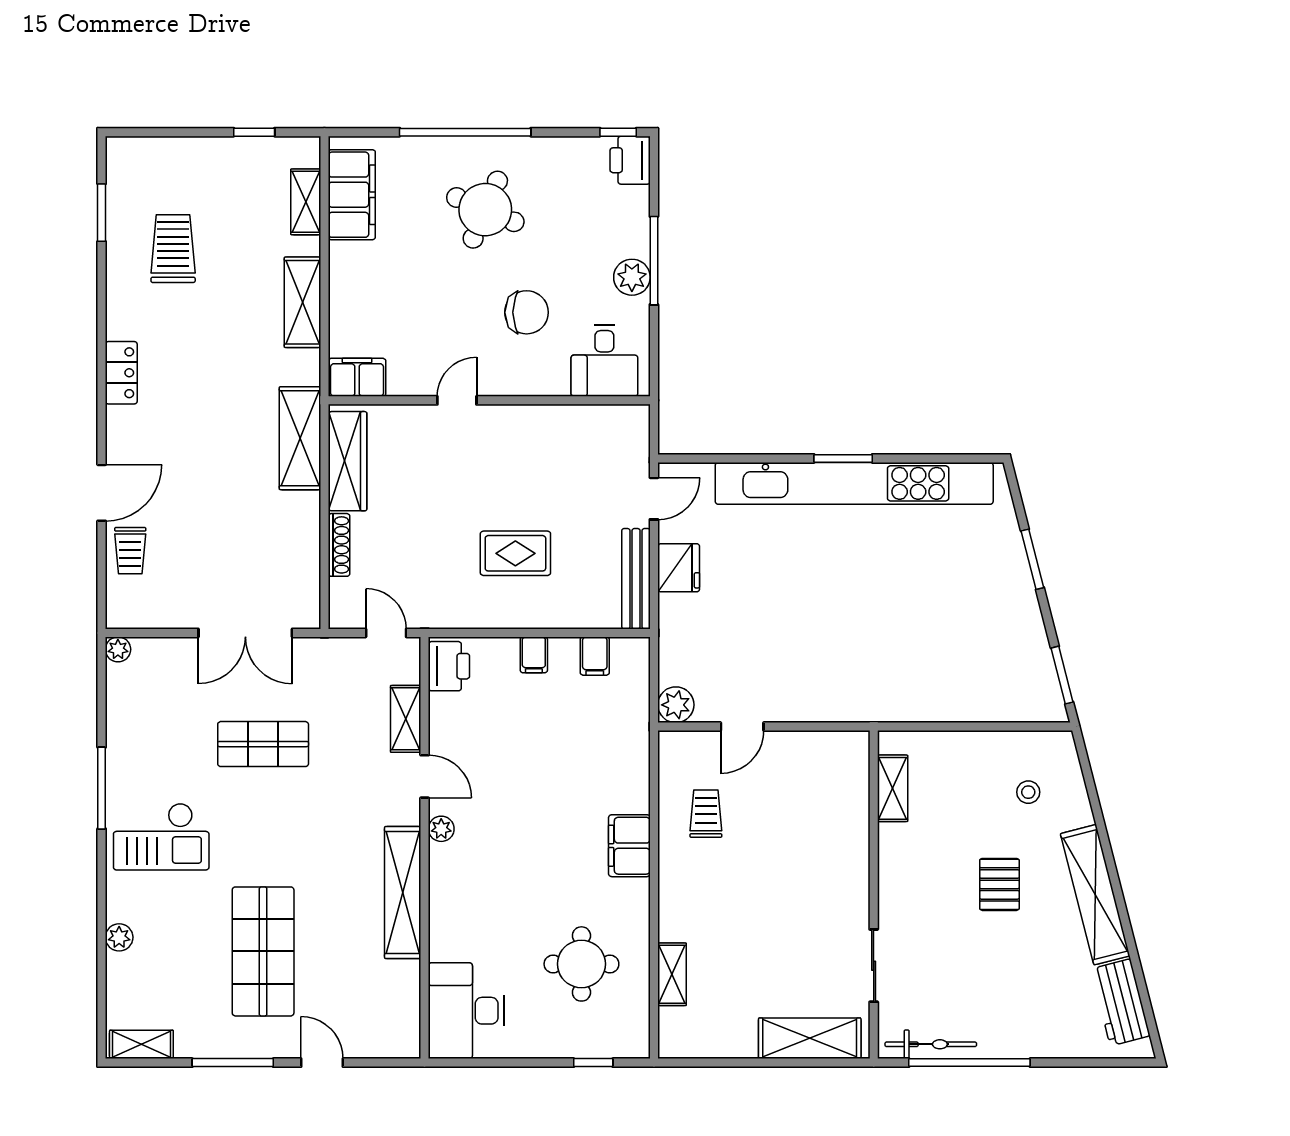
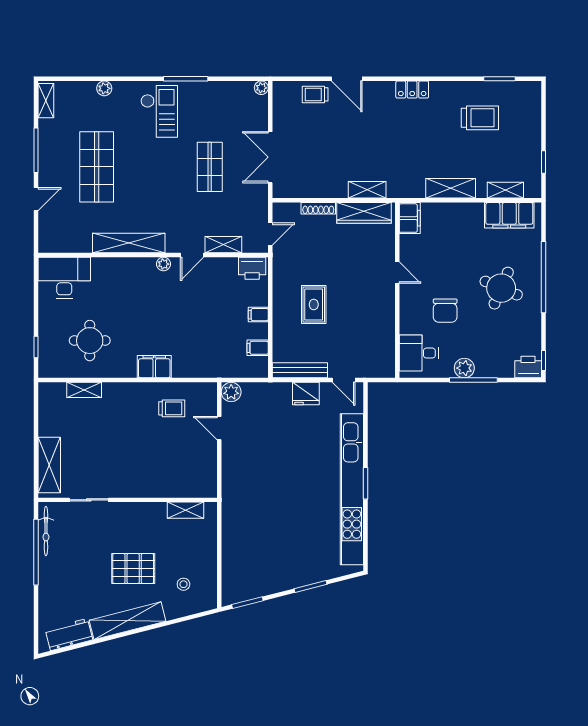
shelving: (300, 438) -> (367, 190), width x0.67, depth x0.75
checkout: (161, 837) -> (159, 111), turned 180
pallet: (999, 884) -> (133, 568), width x1.50, depth x1.42
shop shelf: (263, 951) -> (97, 167), turned 90

